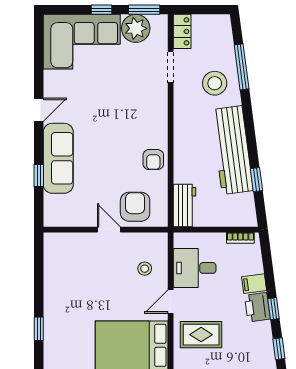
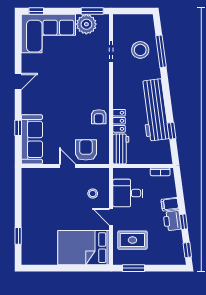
window: (102, 10) -> (36, 11), moved
locker: (182, 31) -> (119, 121), moved
stool: (215, 83) -> (140, 50), moved
sofa: (58, 158) -> (32, 139), moved
door: (171, 302) -> (111, 217), hinge flipped

